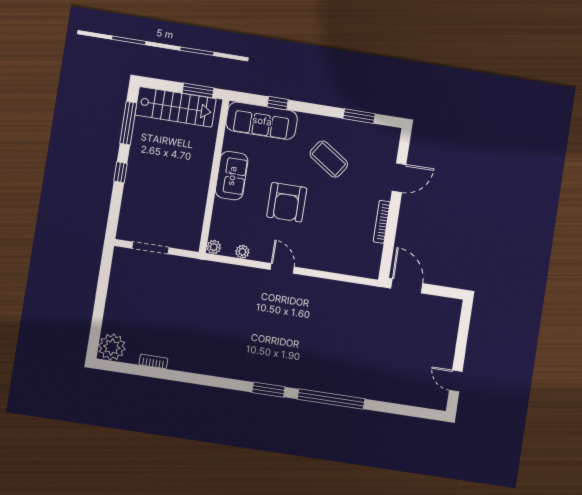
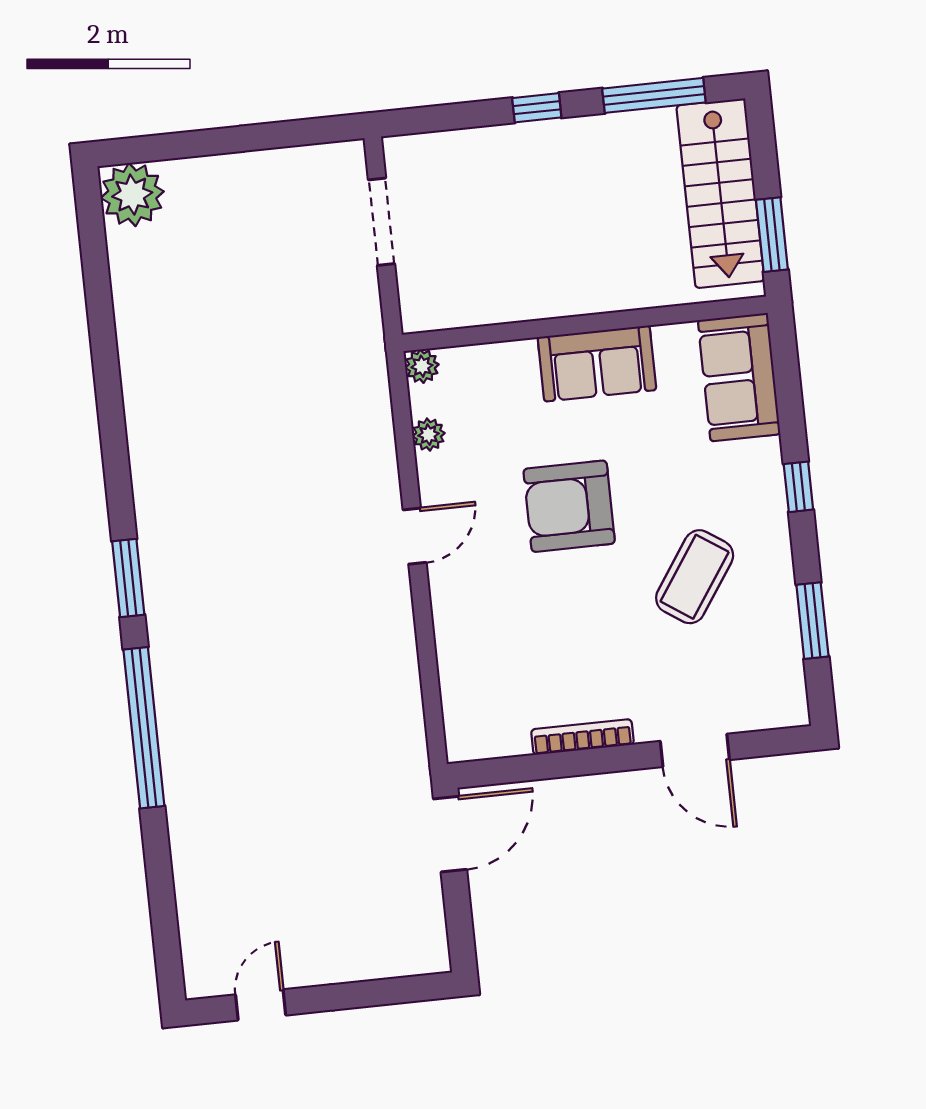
window: (278, 103) -> (798, 487), moved
sofa: (262, 121) -> (739, 377), width x0.73
bookcase: (153, 361) -> (124, 298), removed

